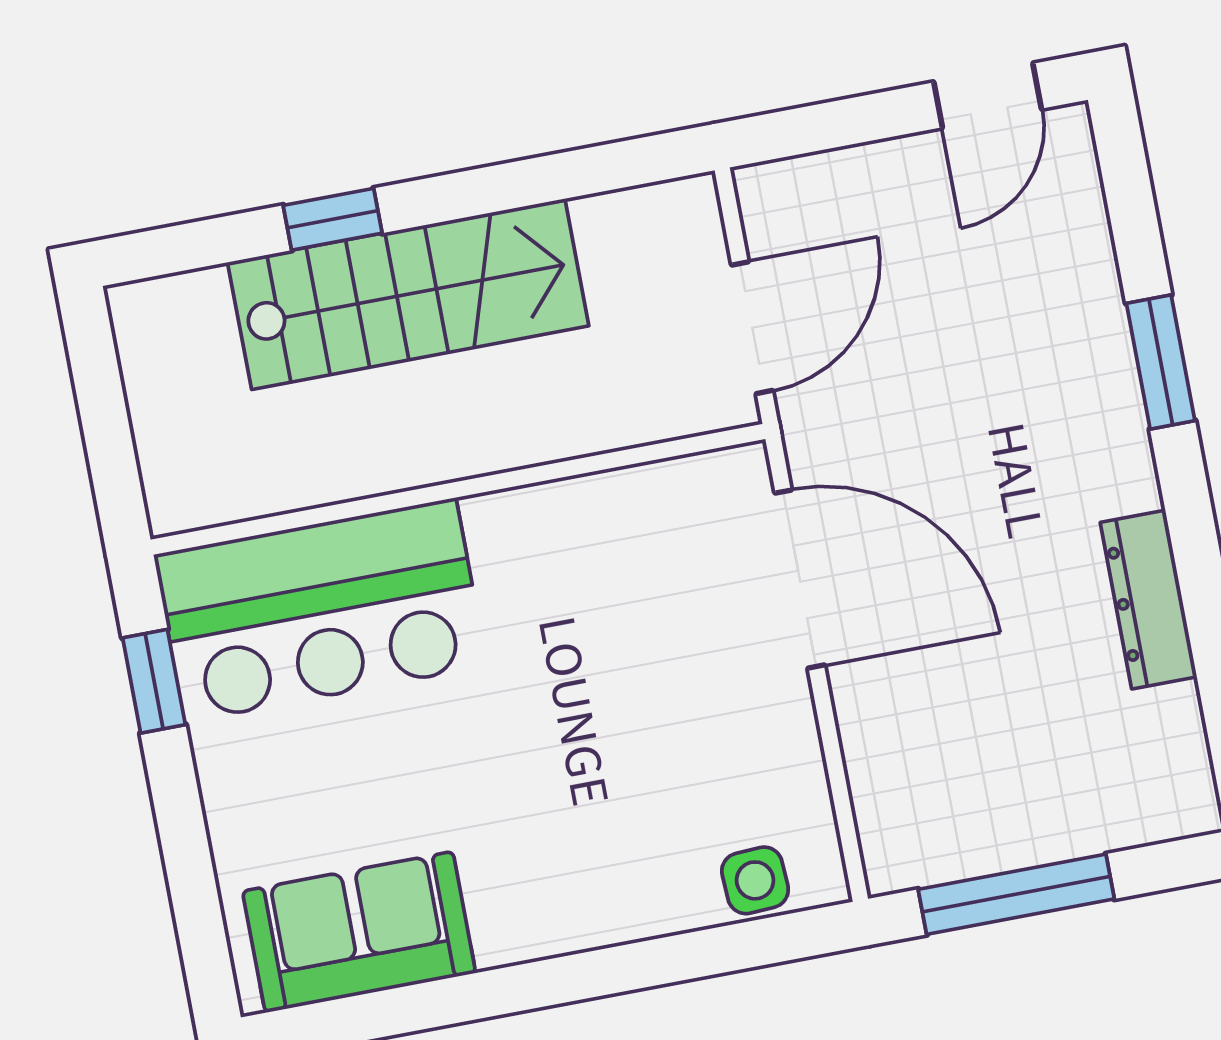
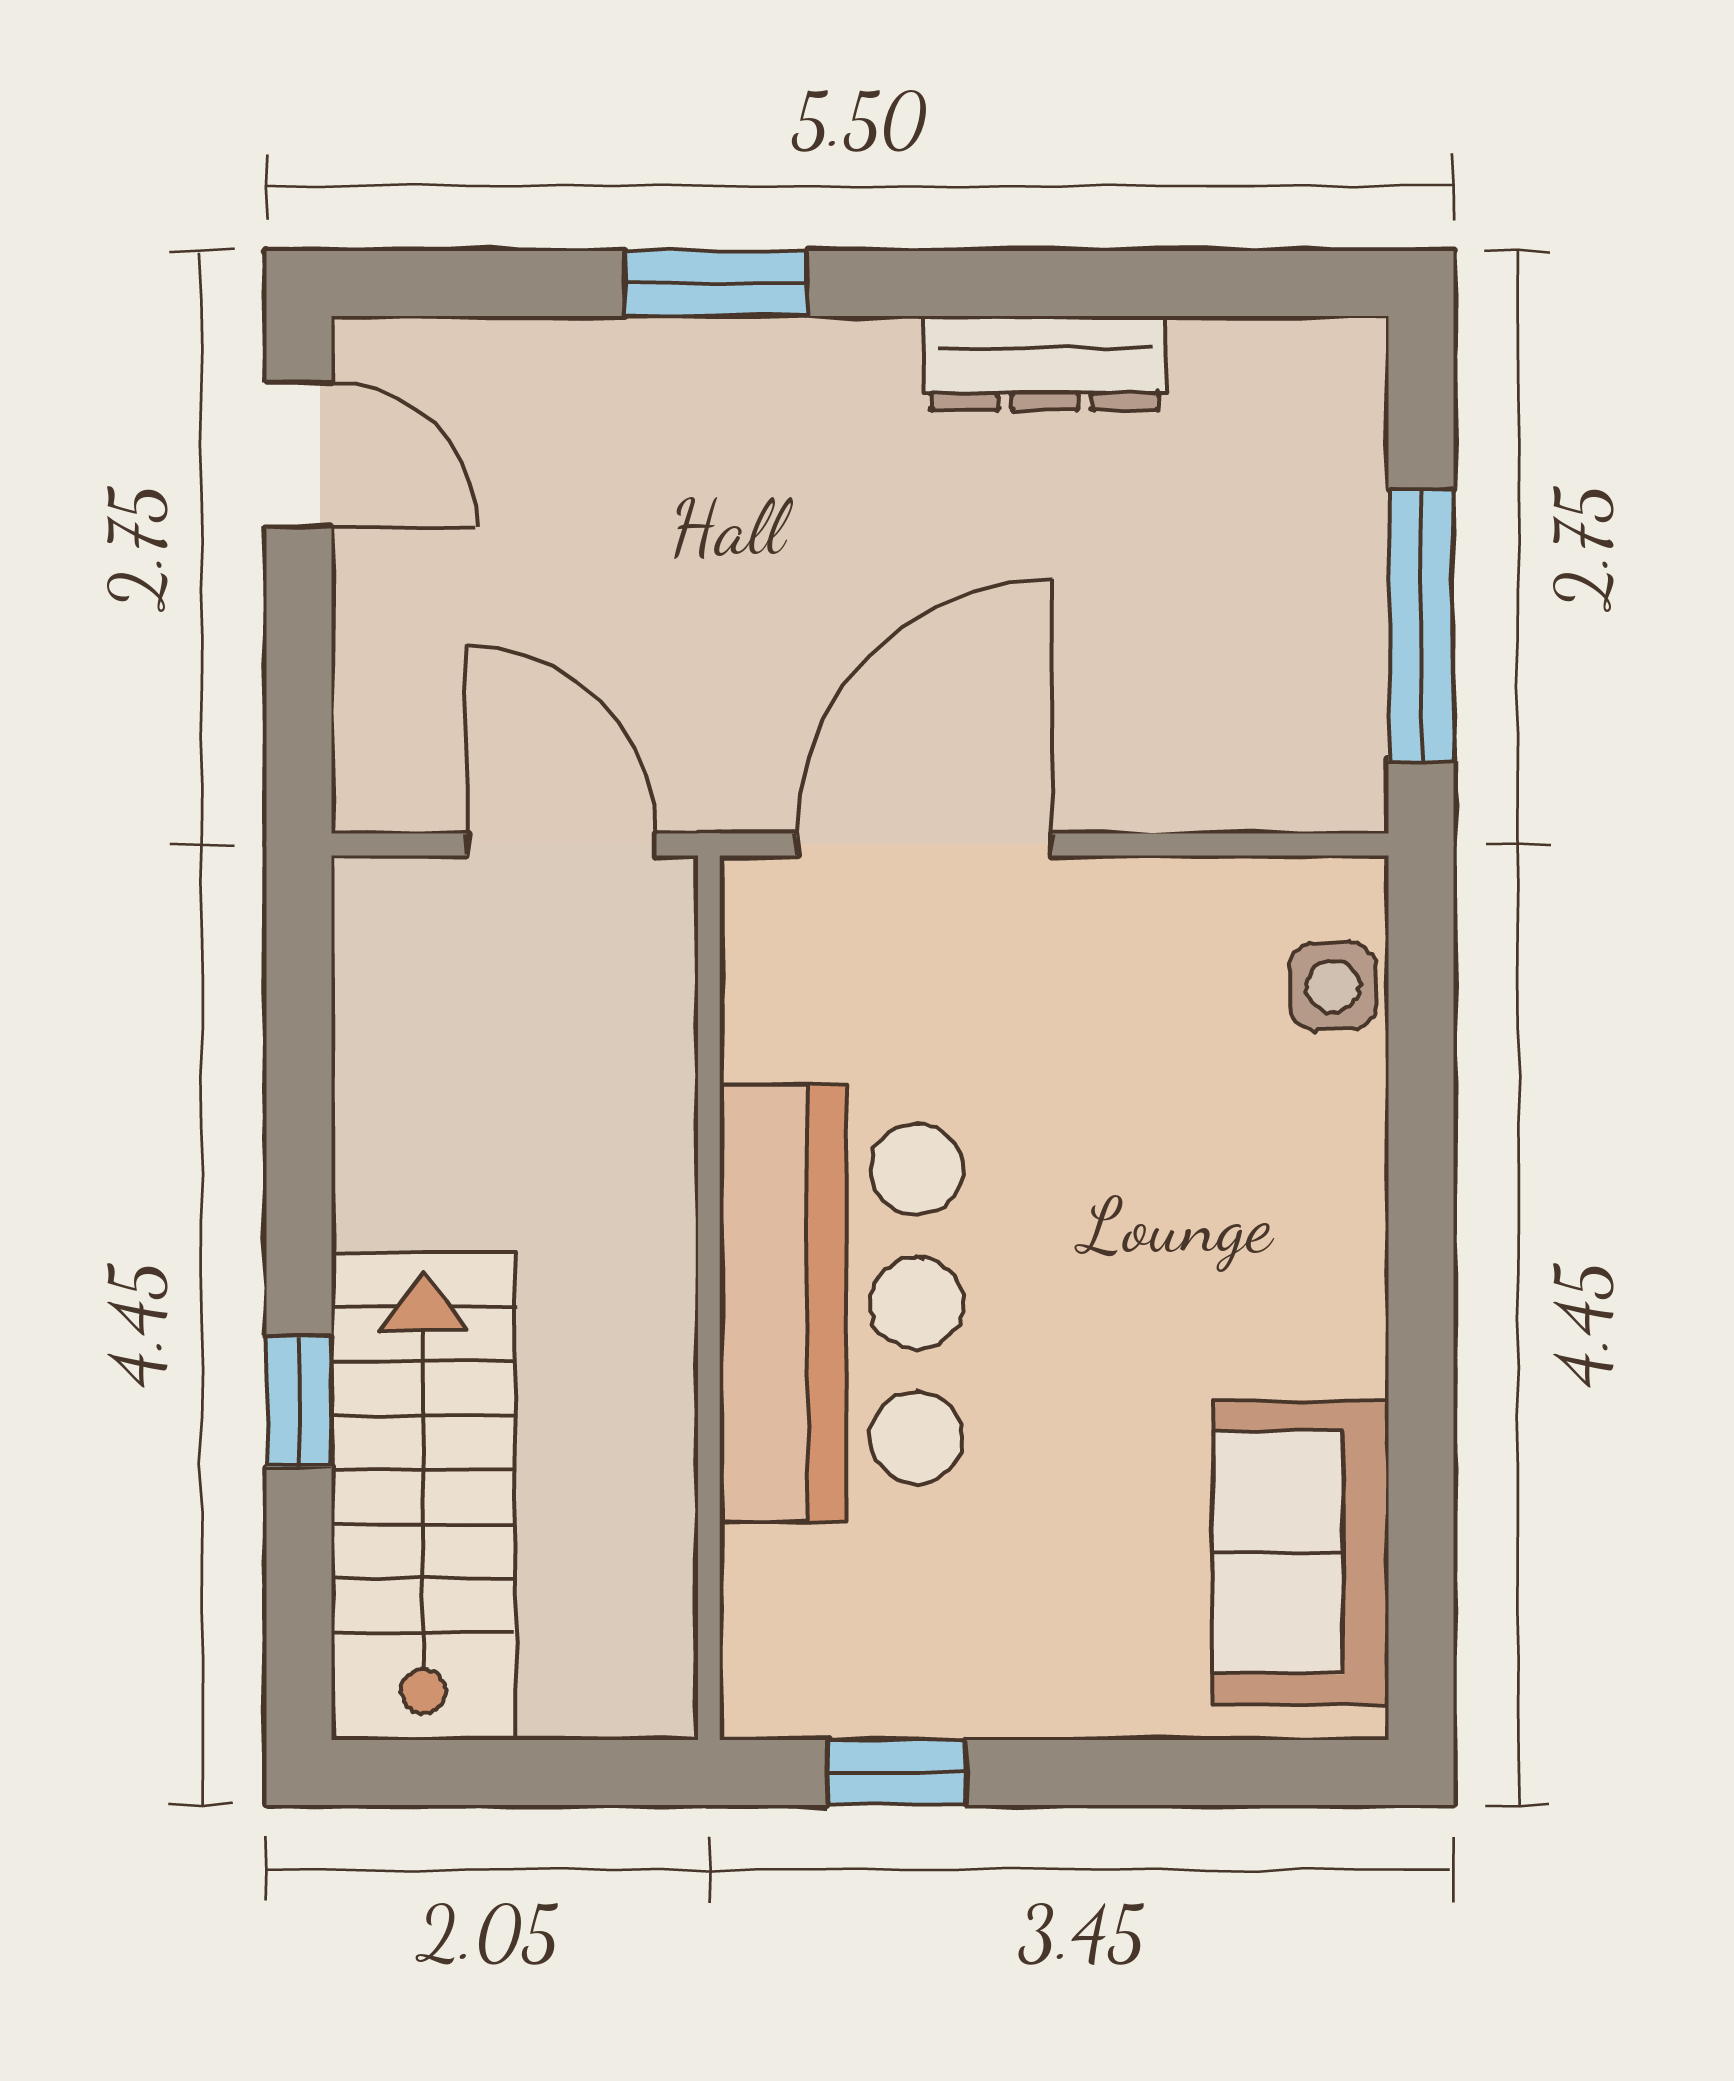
stairs: (408, 294) -> (423, 1496), moved
bar counter: (320, 610) -> (841, 1303), moved

